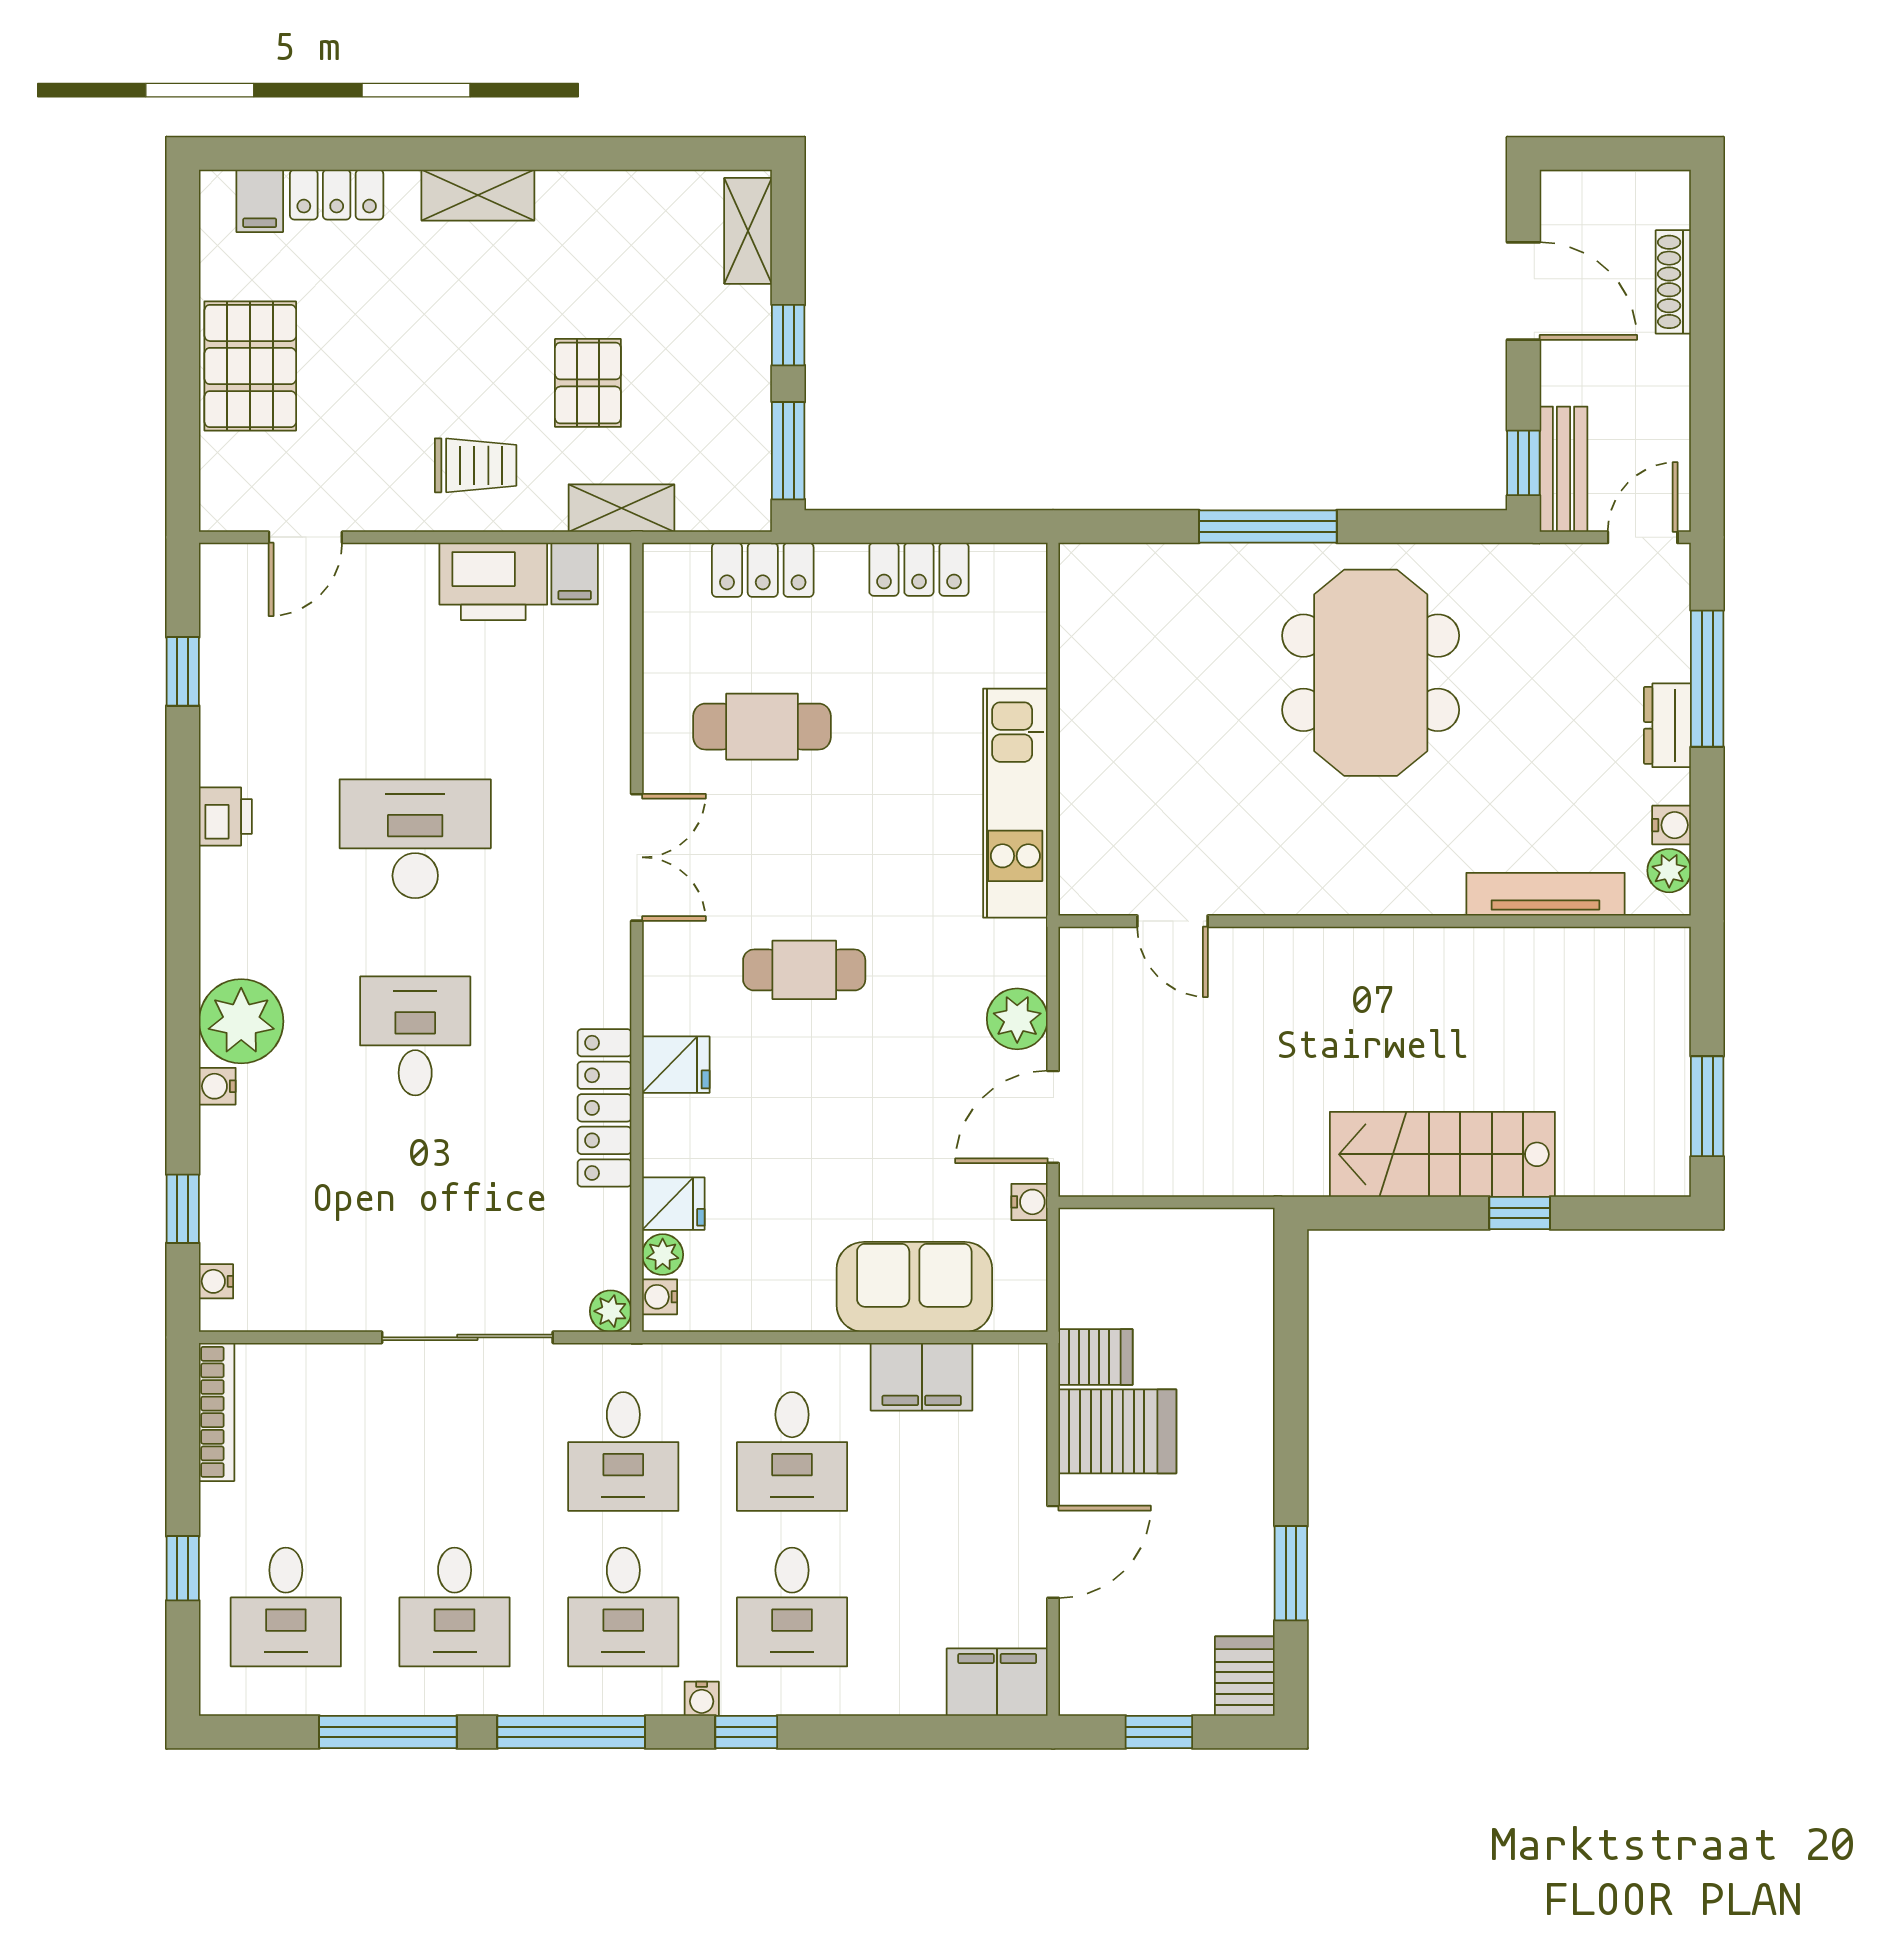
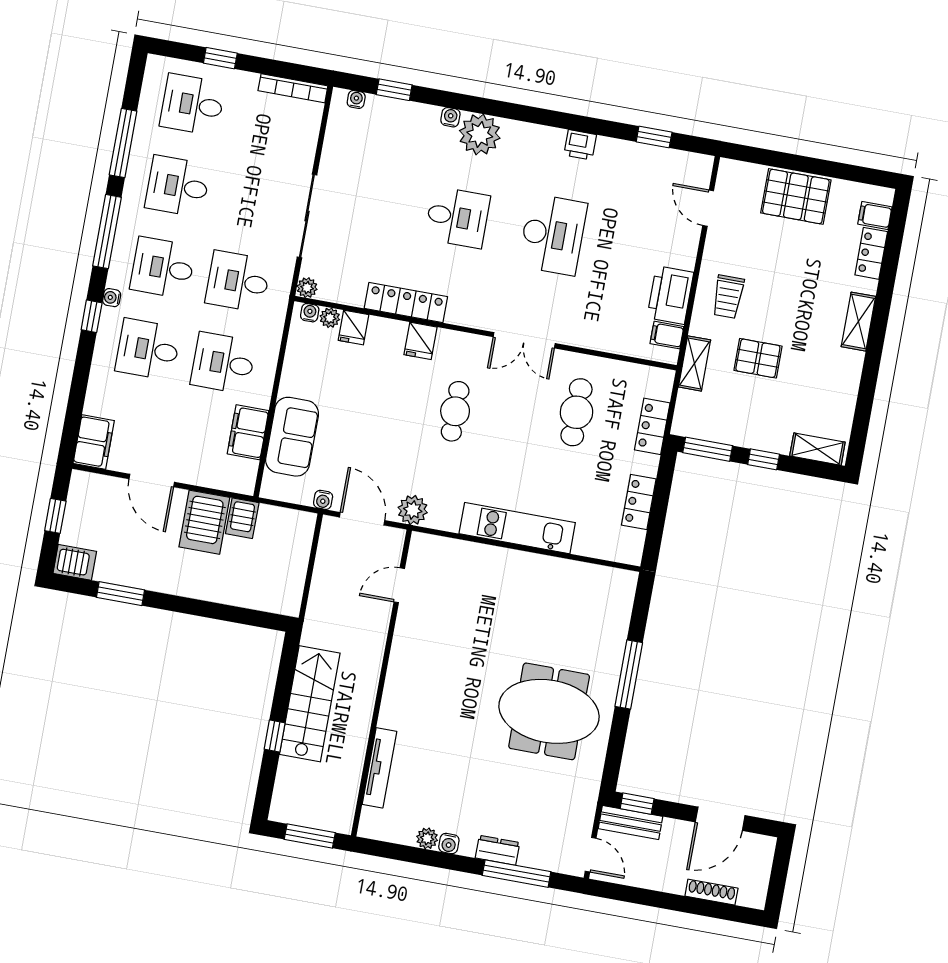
tv unit: (1545, 894) -> (379, 768), moved
door: (1172, 921) -> (399, 585), moved
wall: (1375, 921) -> (381, 683), moved

